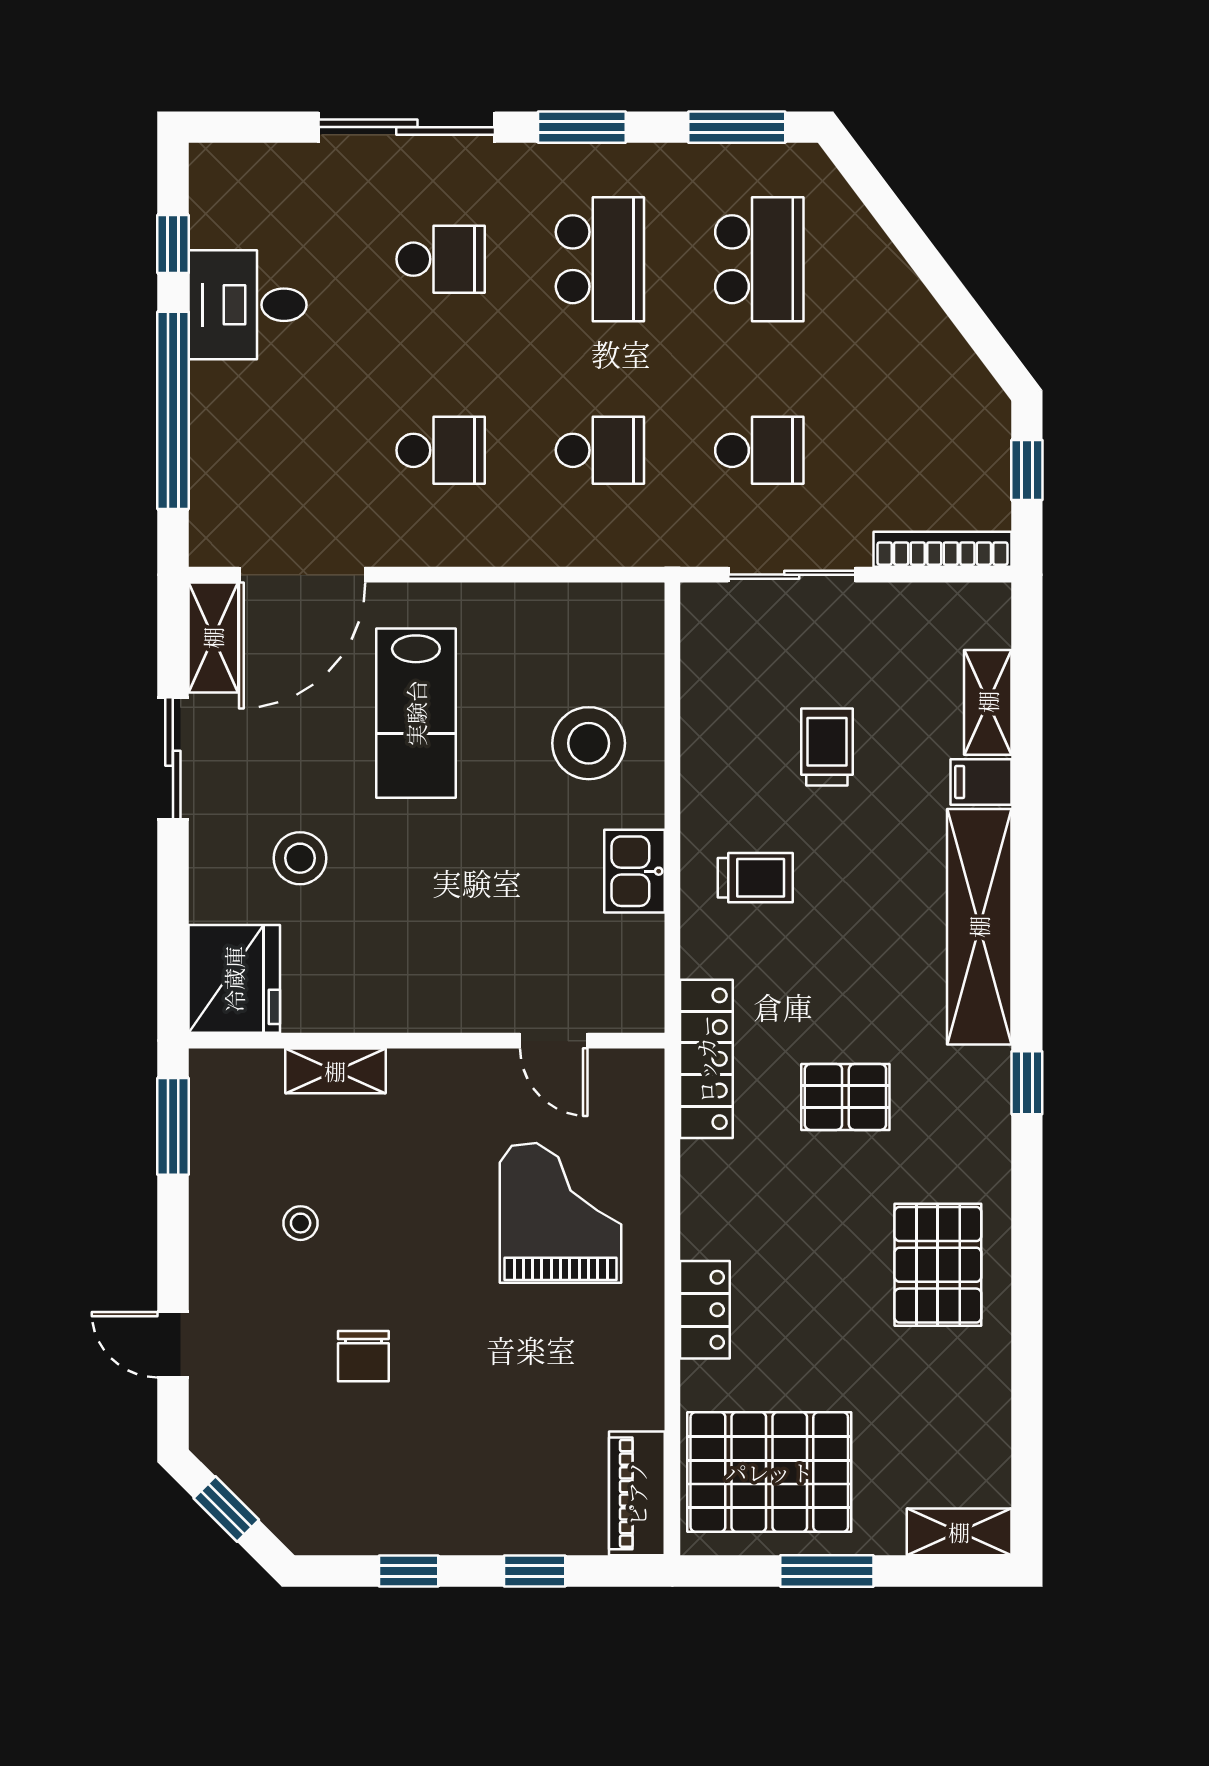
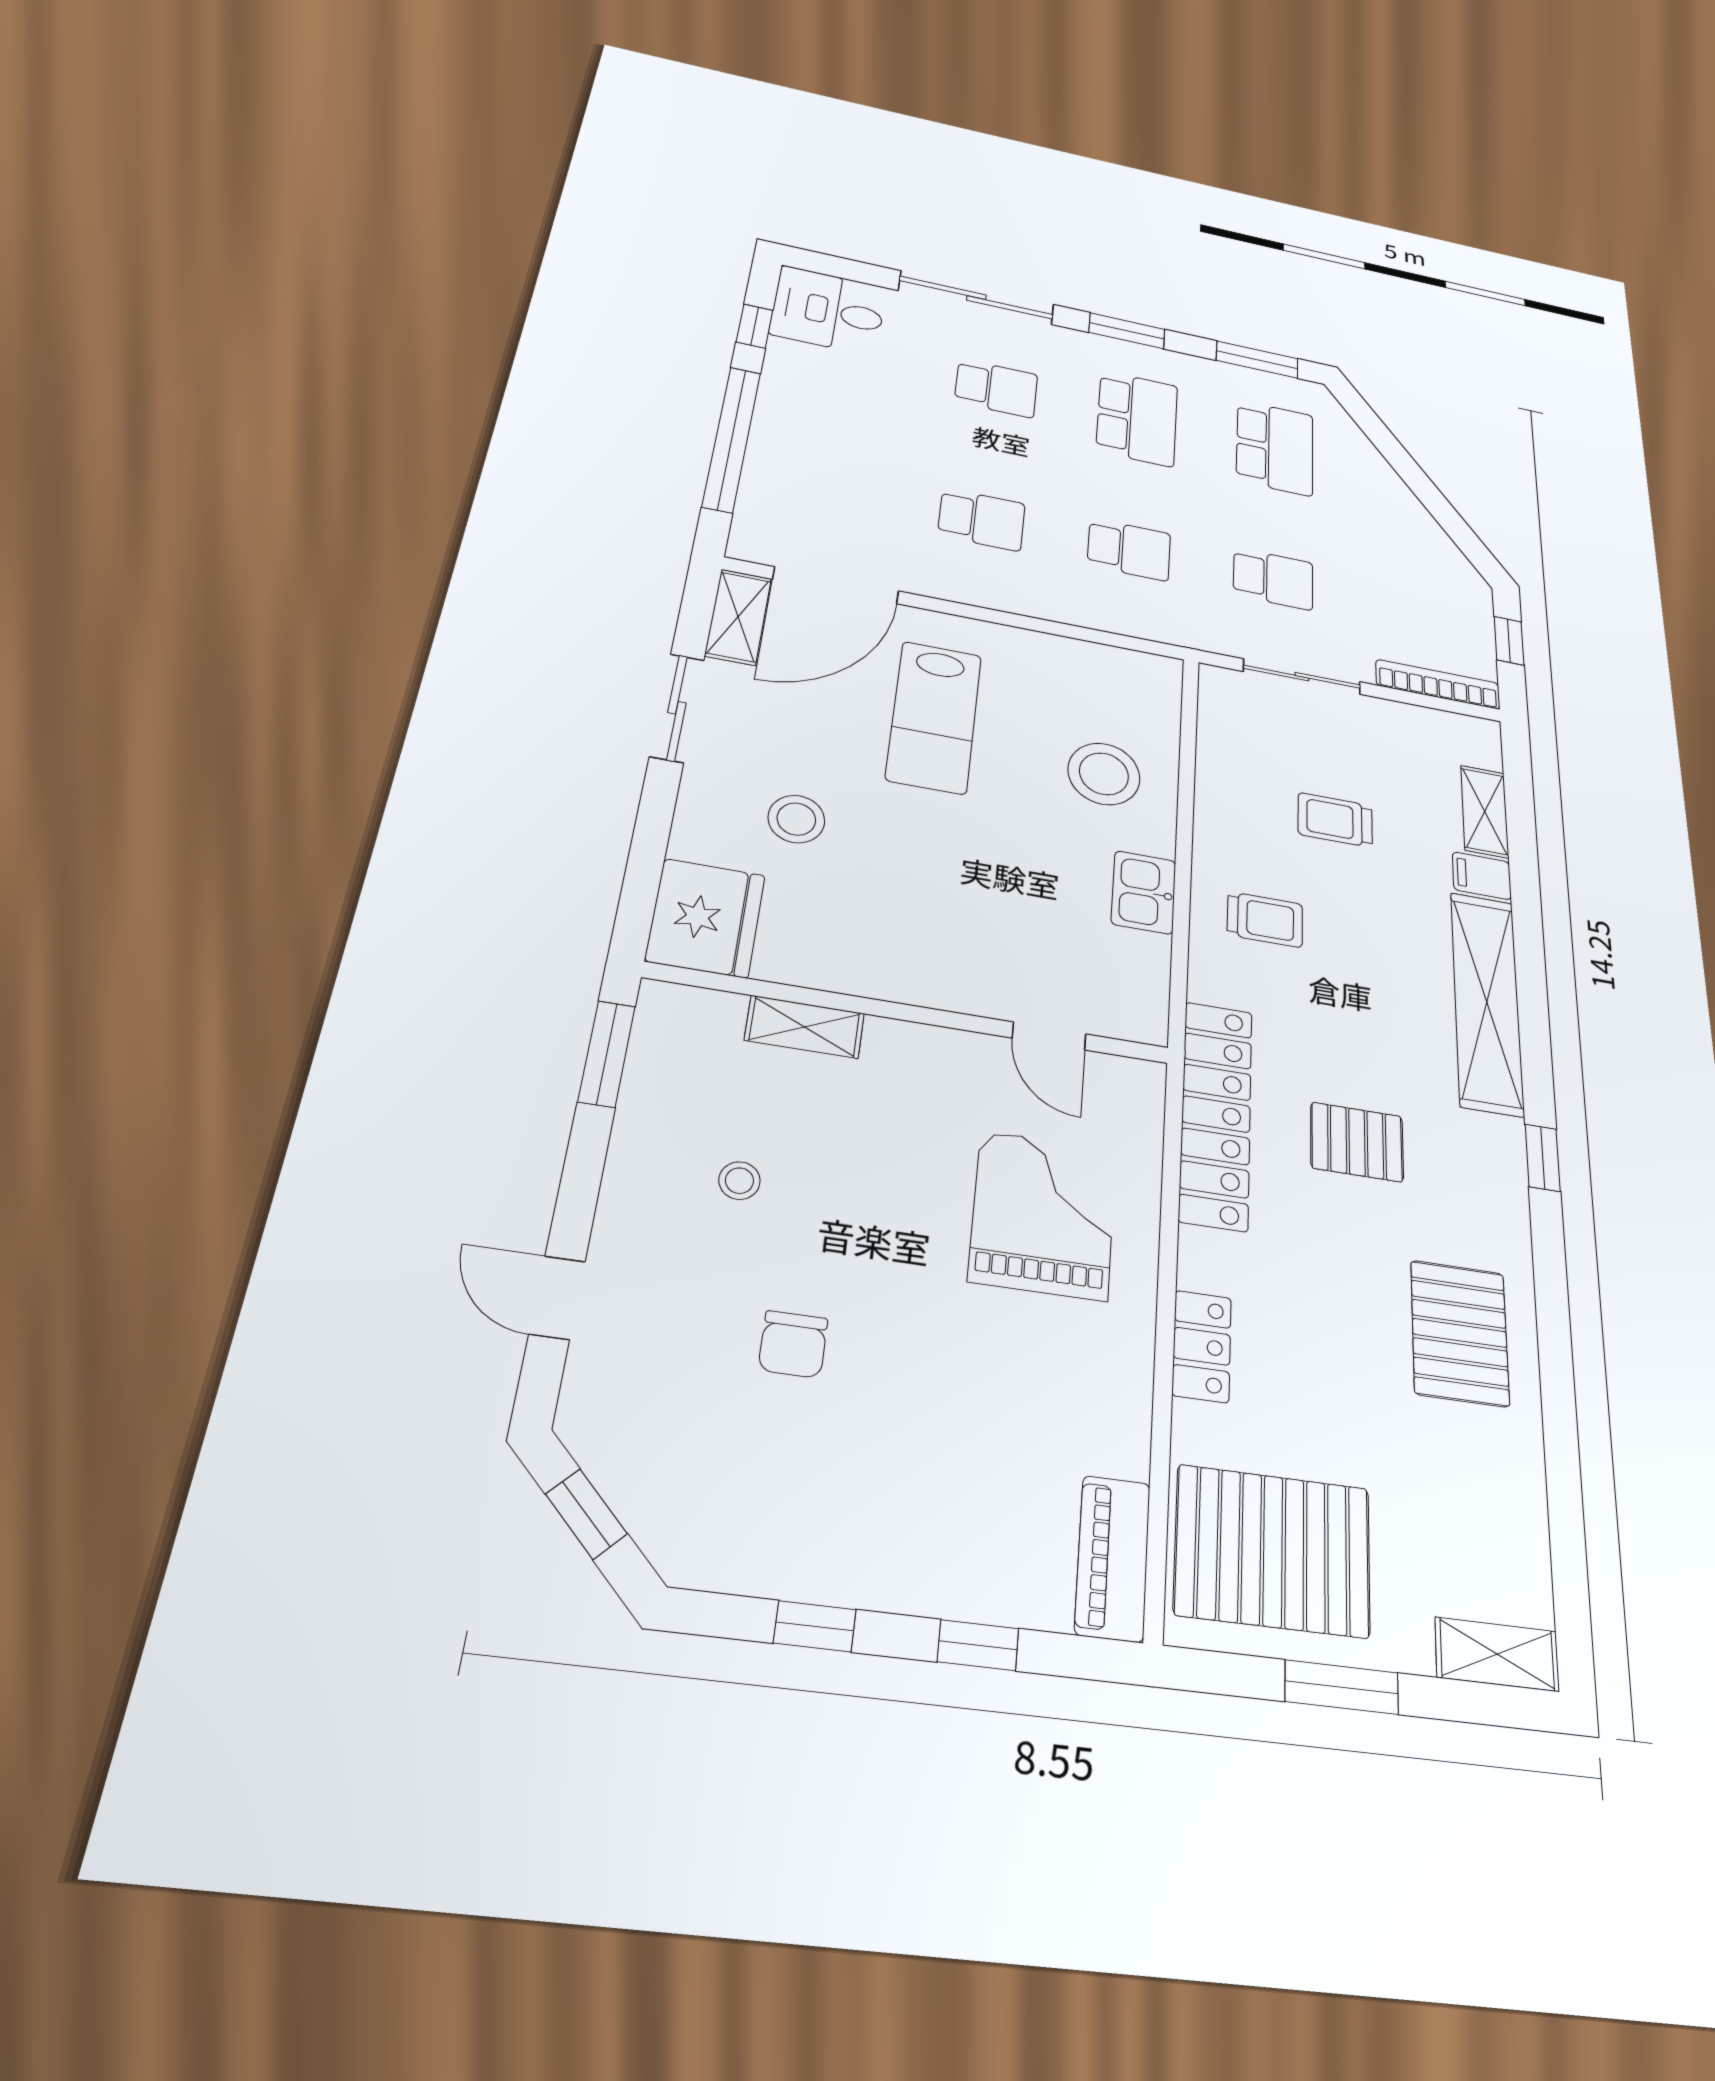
desk: (247, 305) -> (828, 311), moved
trolley: (827, 747) -> (1335, 820), turned -90
locker: (706, 1059) -> (1216, 1114), width x1.41, depth x1.21

